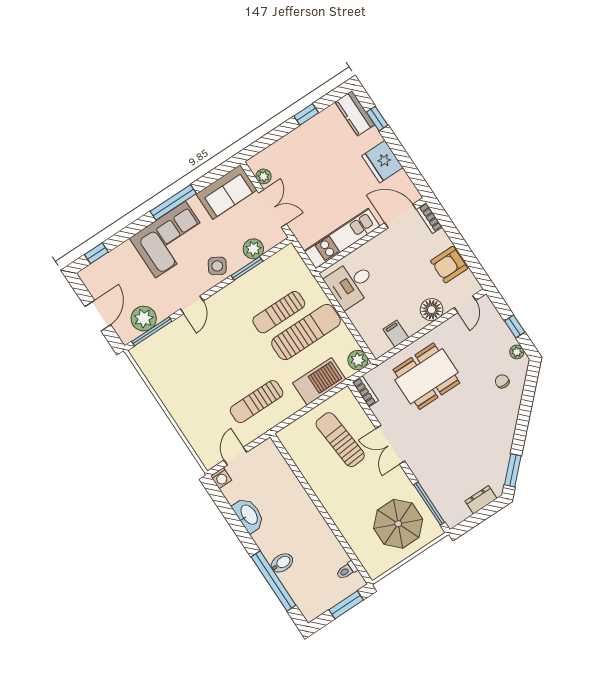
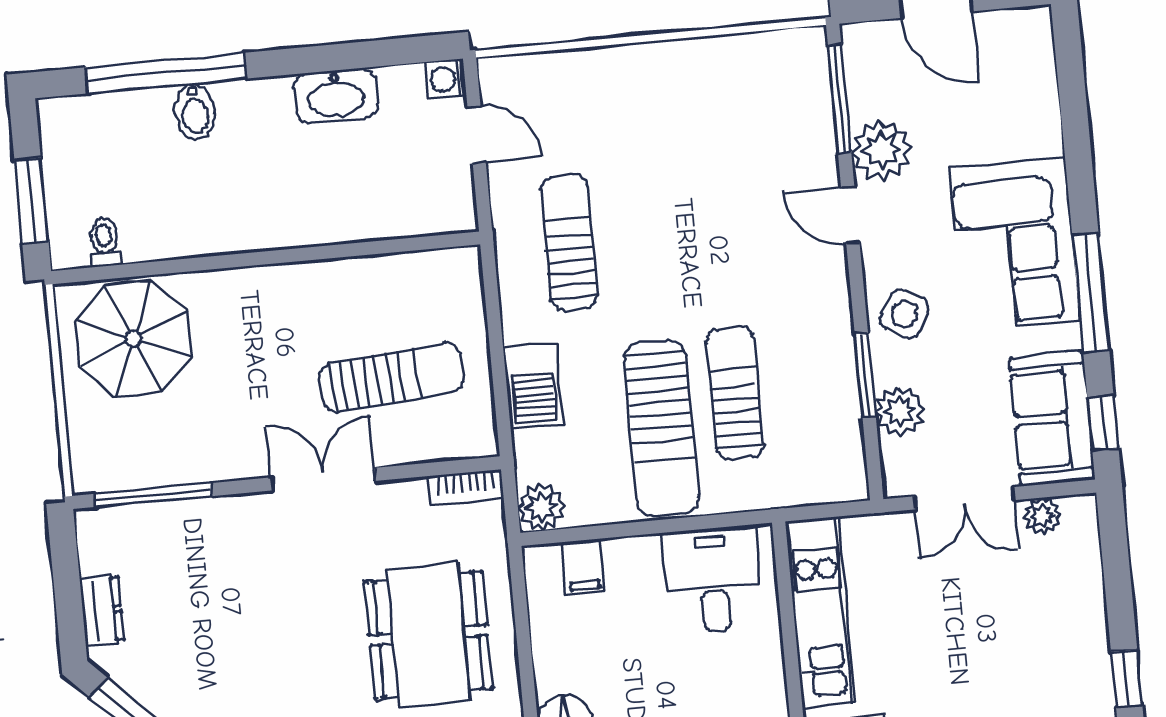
window: (96, 253) -> (1103, 423), moved
plant: (144, 319) -> (881, 150), moved
filing cabinet: (396, 334) -> (584, 567), moved, turned 90
barbecue: (319, 381) -> (533, 385), width x0.73, depth x0.83
parasol: (398, 524) -> (133, 339), moved

